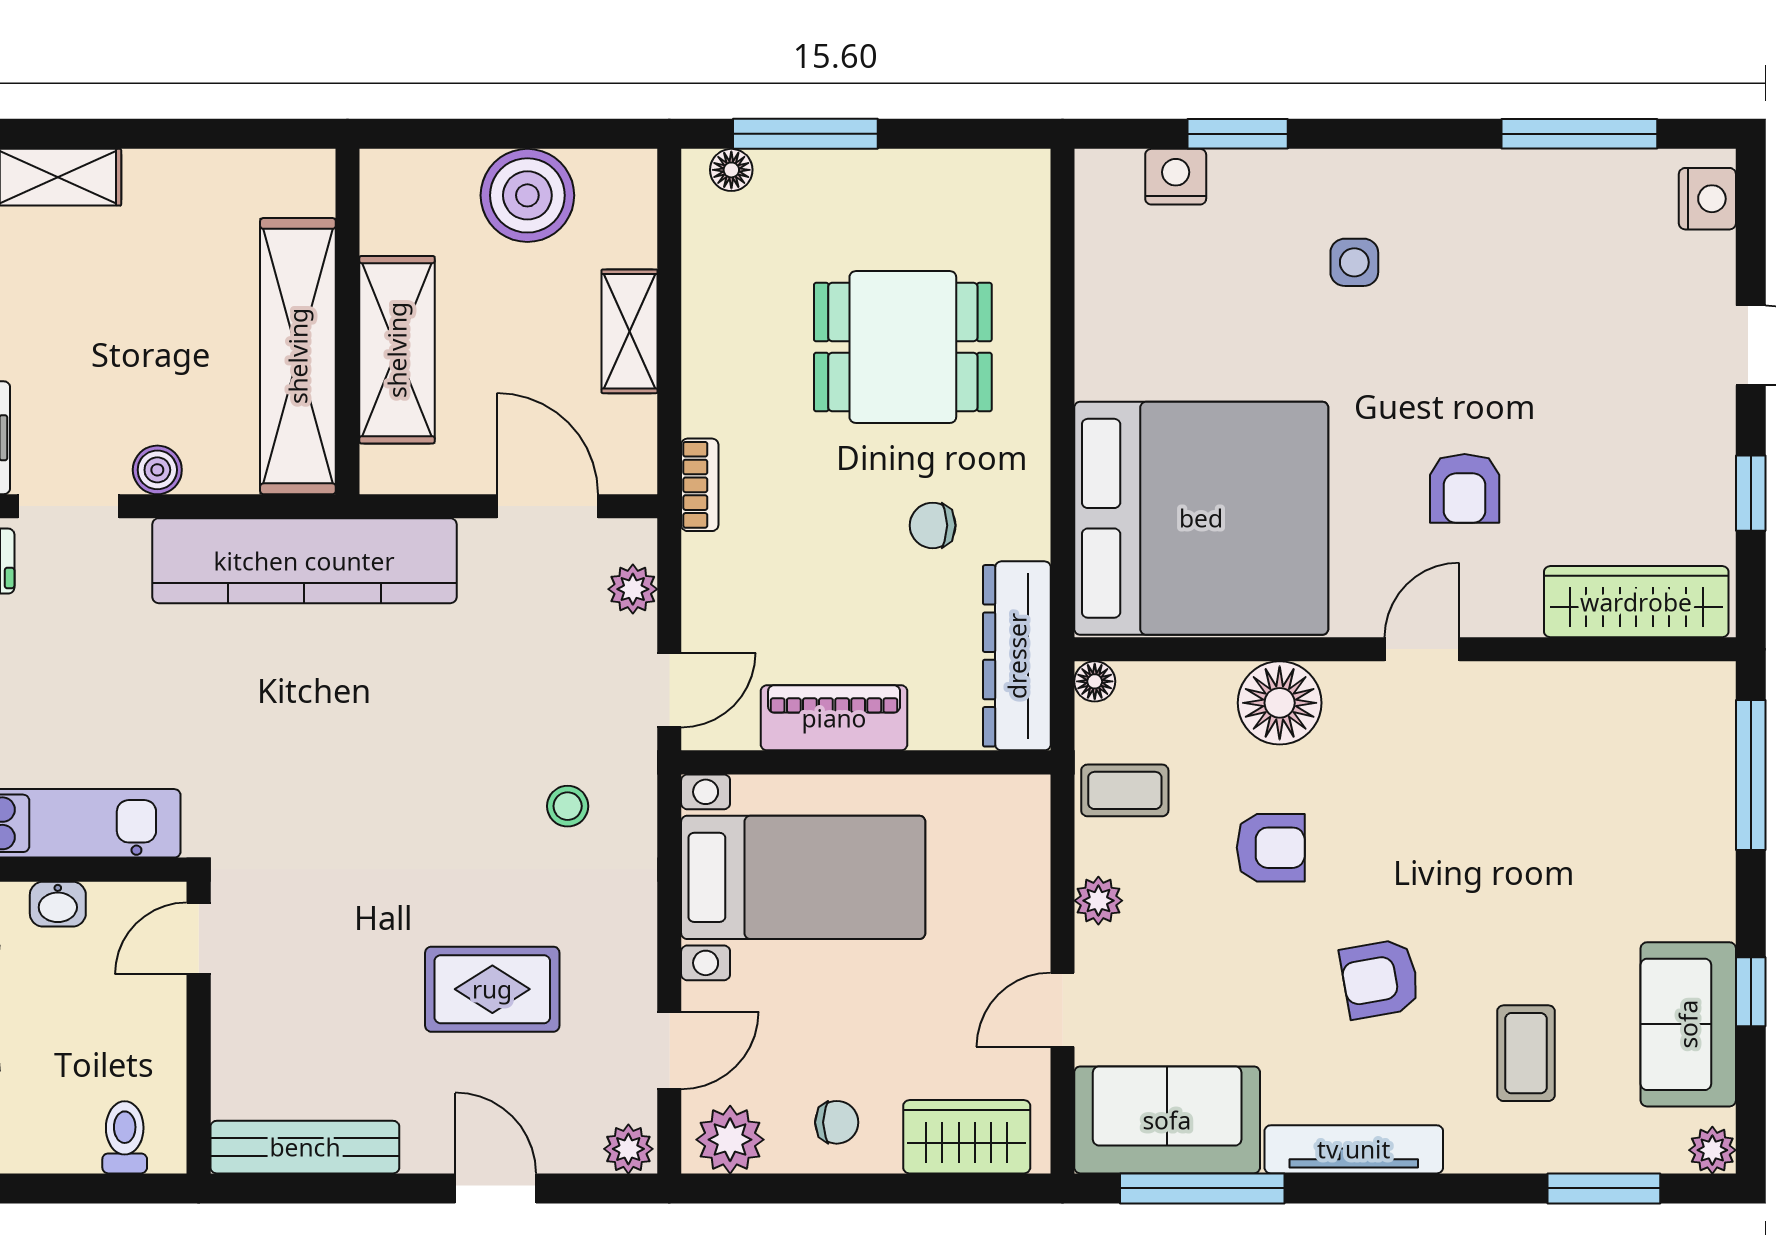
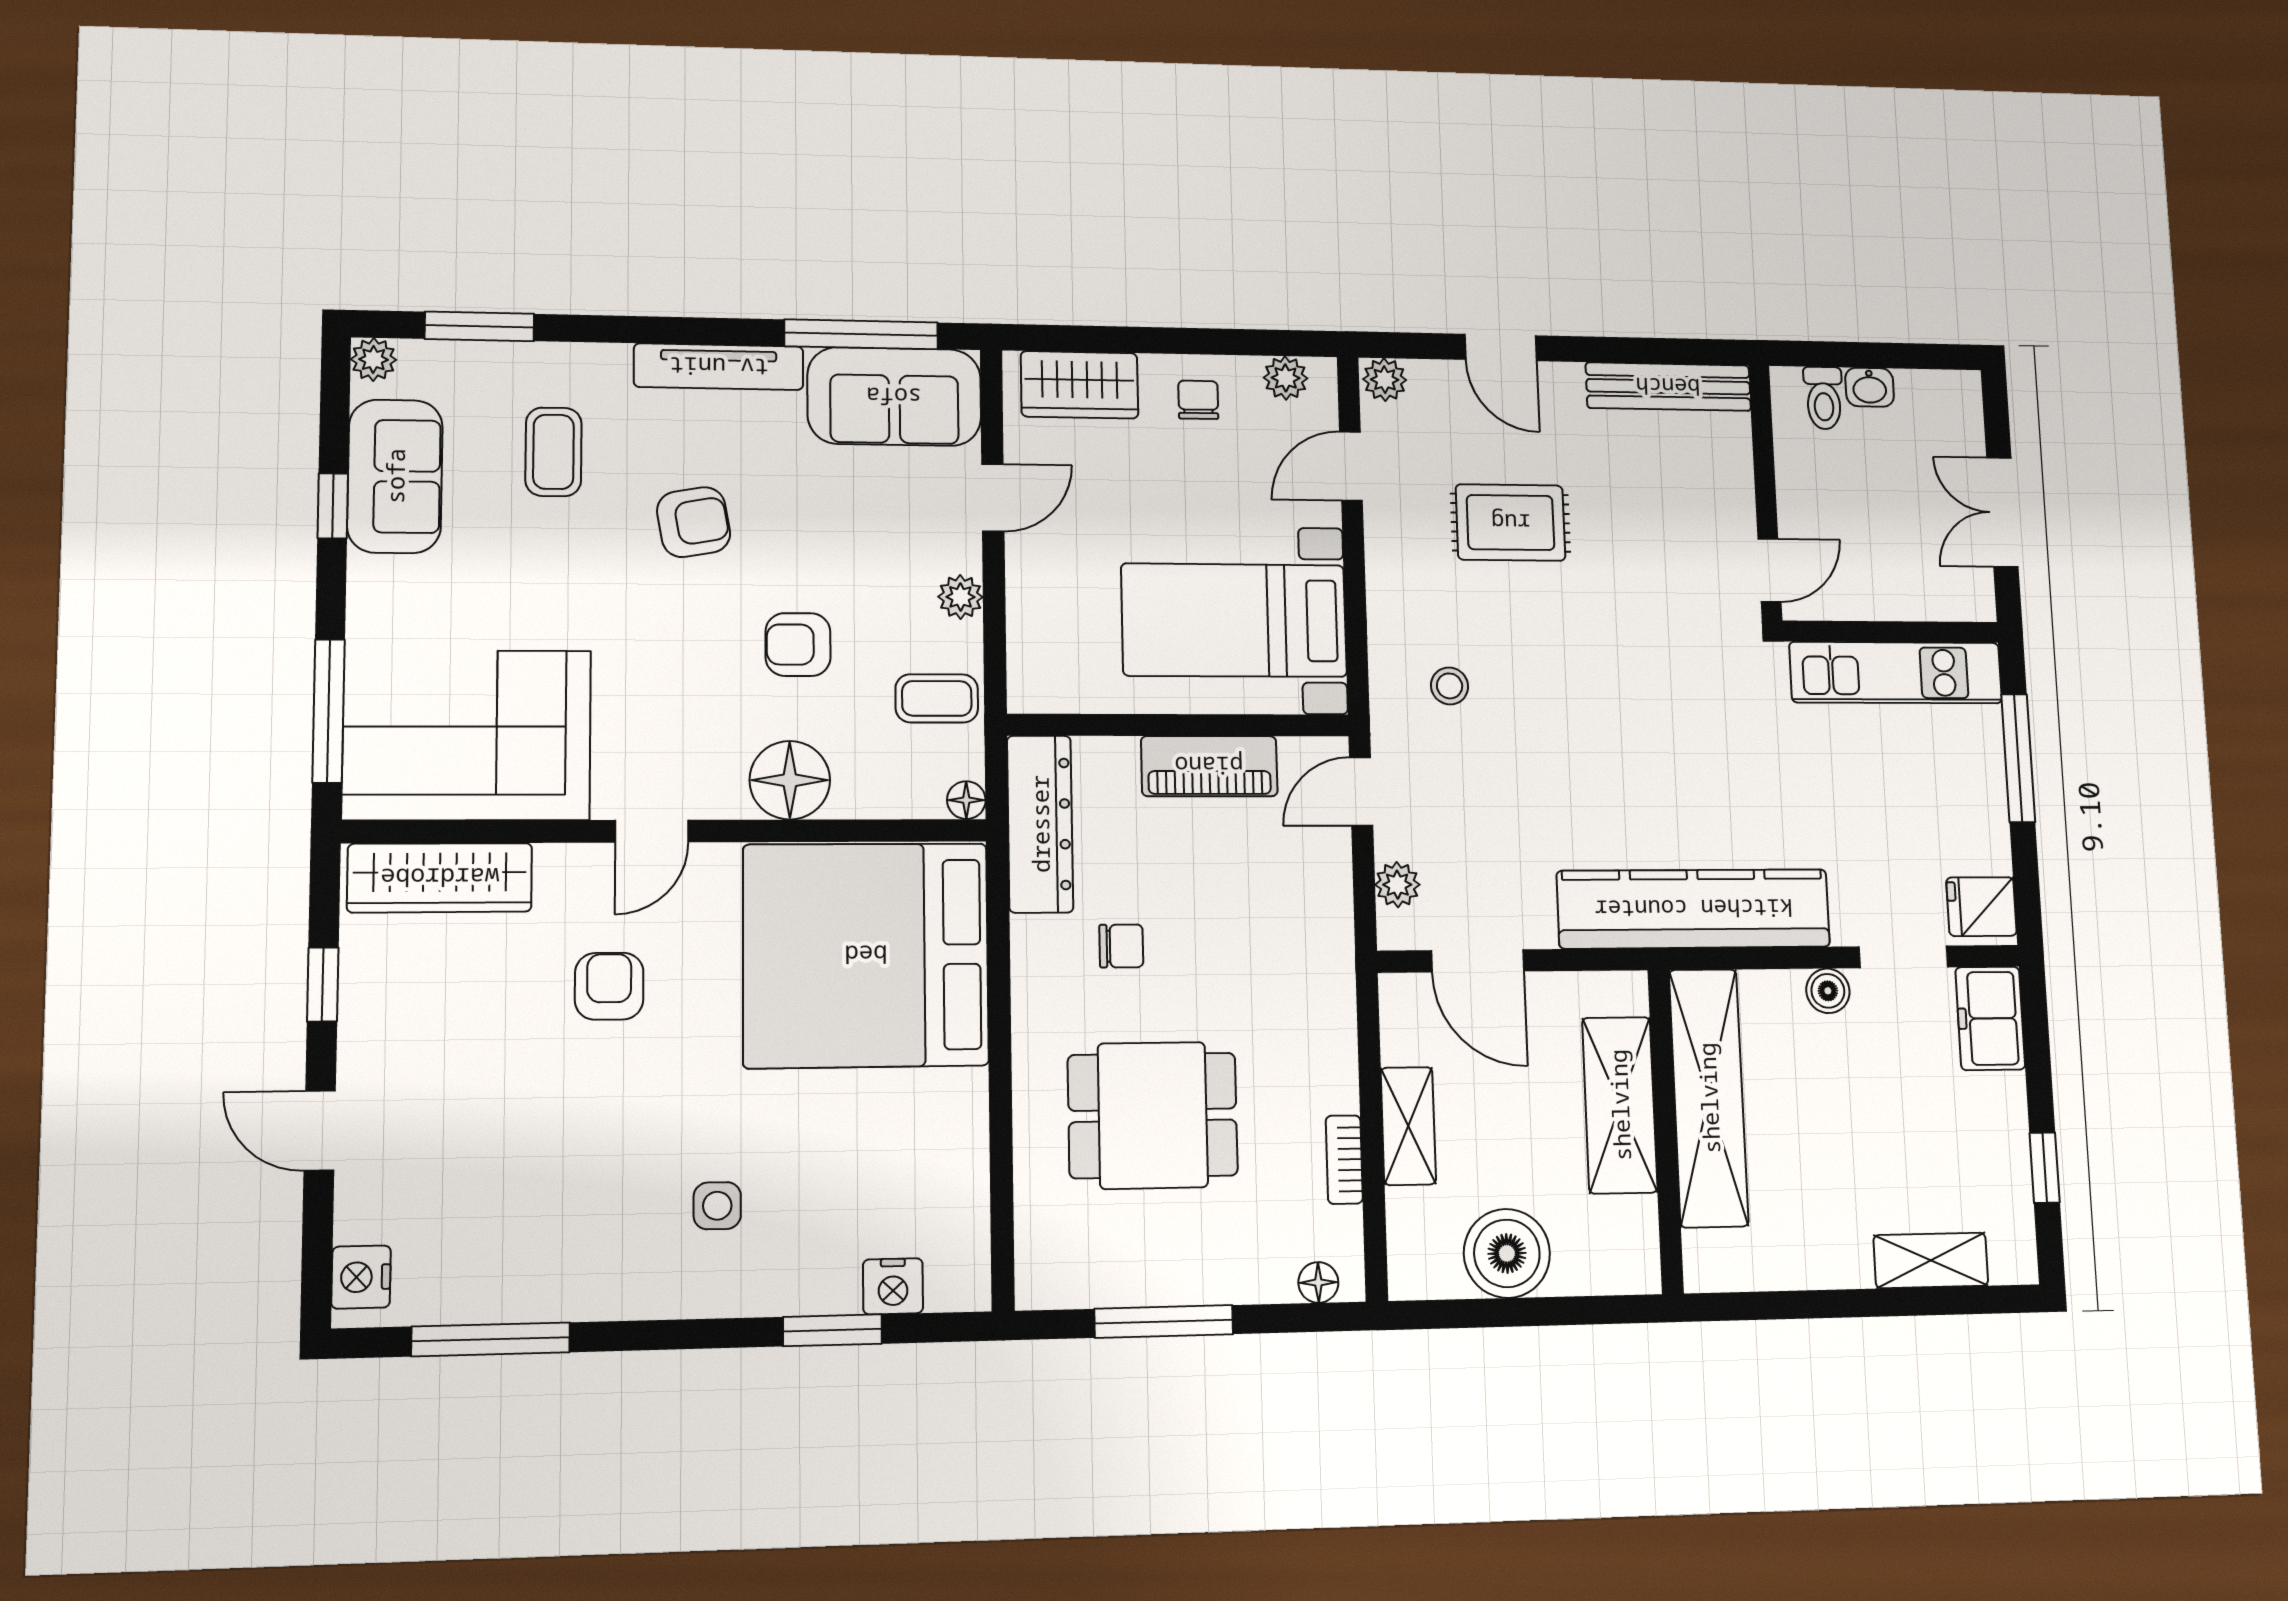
window: (805, 134) -> (1164, 1322), moved
bookcase: (700, 485) -> (1344, 1160), moved
corner sofa: (1611, 750) -> (467, 735), added
washbasin: (58, 904) -> (1870, 387), moved, turned 180
chair: (837, 1122) -> (1198, 400), turned 90
plant: (730, 1140) -> (1286, 378), width x0.73, depth x0.73

